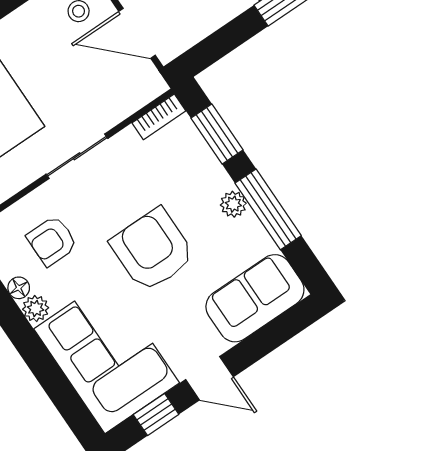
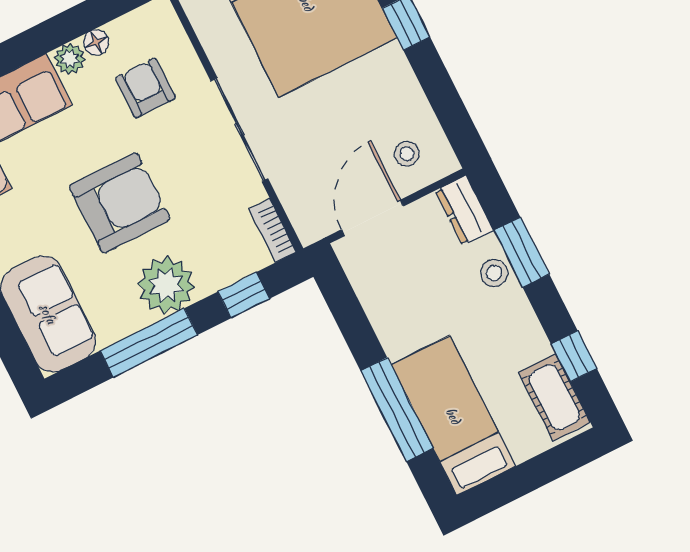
window: (217, 134) -> (244, 295), width x0.67
sliding door: (77, 156) -> (239, 130), width x1.37
plant: (233, 204) -> (166, 285), width x1.87, depth x1.87

